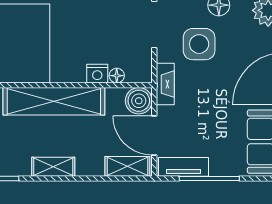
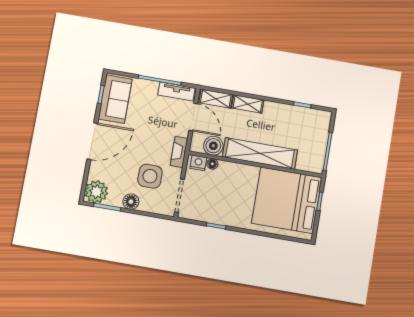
nightstand: (97, 74) -> (198, 163), moved
boiler: (139, 101) -> (213, 146), moved
shelving: (53, 167) -> (248, 104), moved

